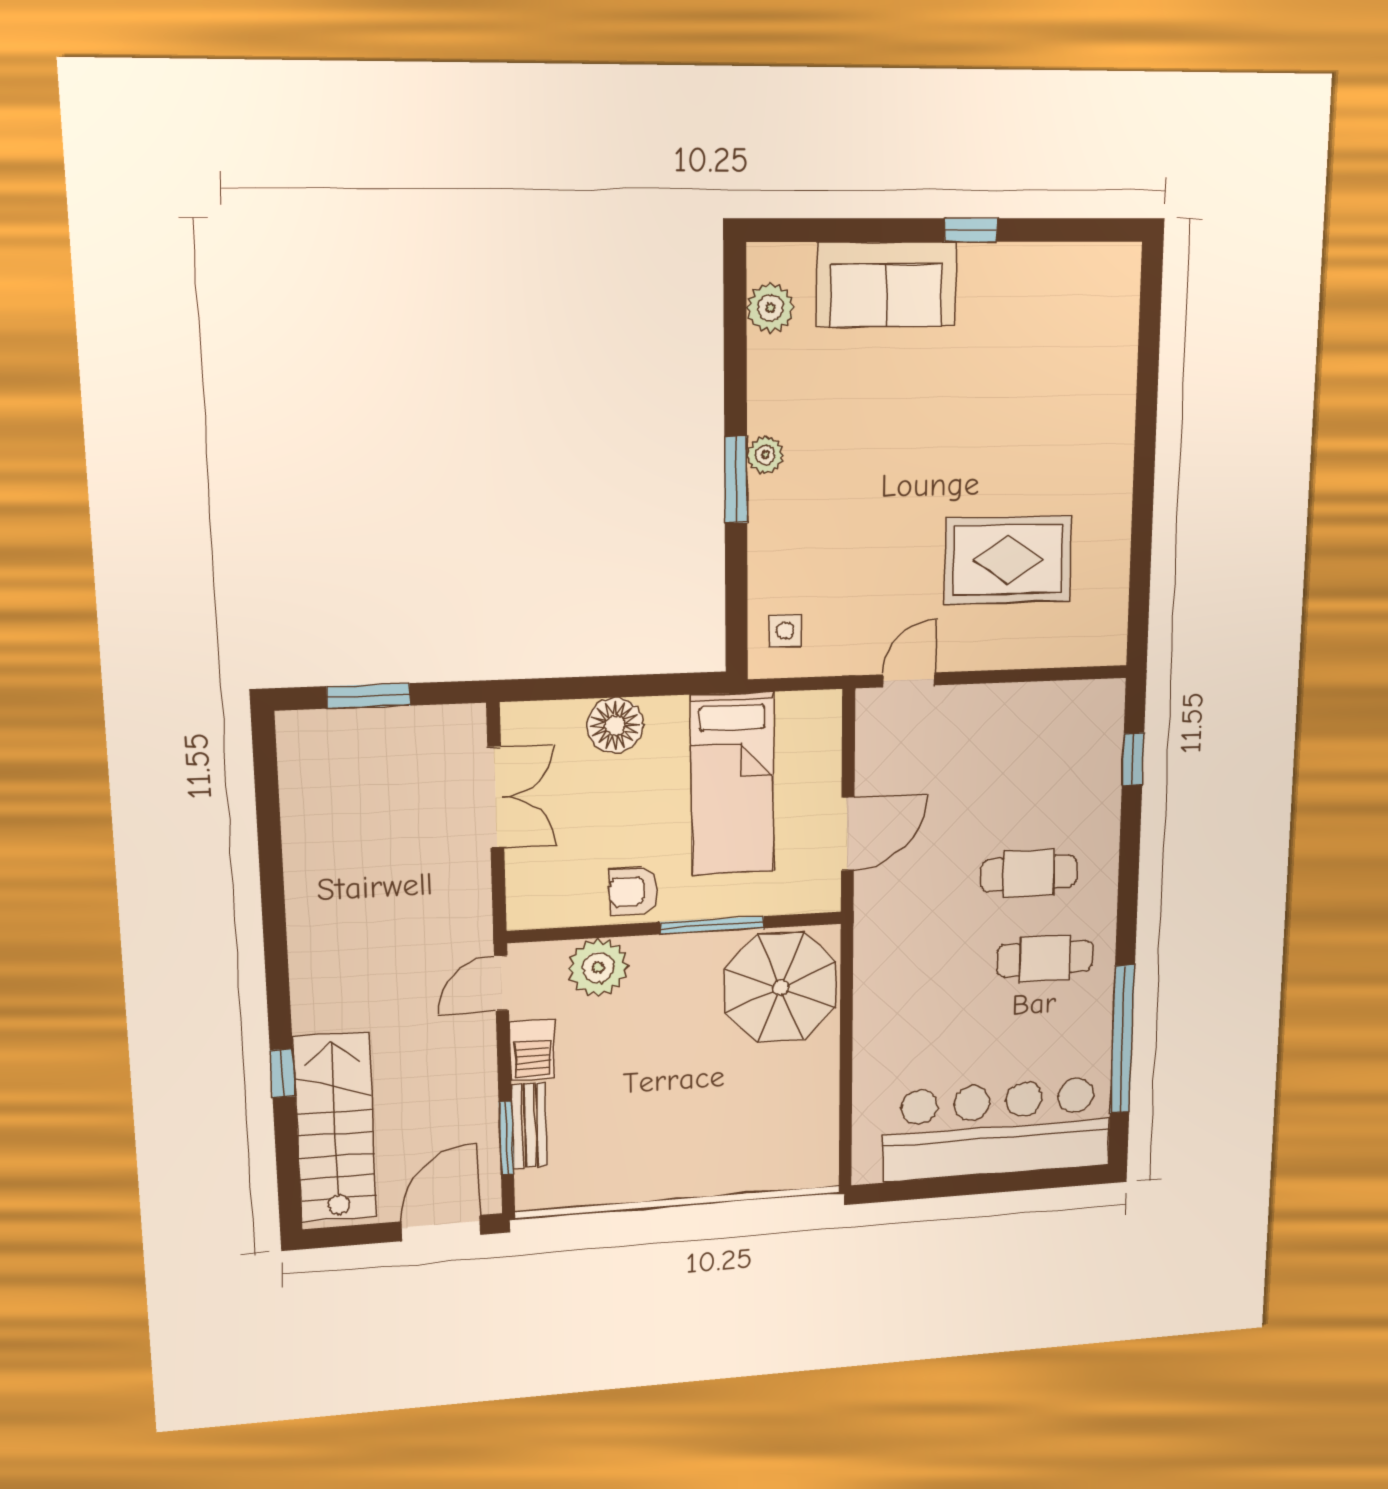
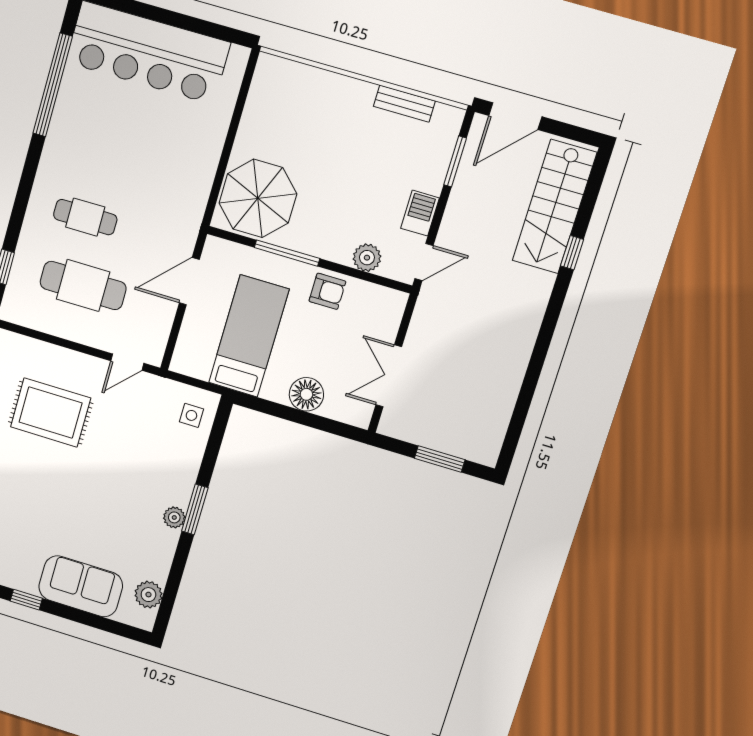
cafe table: (1045, 958) -> (83, 285), moved, width x1.37, depth x1.35
plant: (598, 967) -> (367, 258), width x0.73, depth x0.73
bench: (530, 1125) -> (404, 104), moved, turned 90

